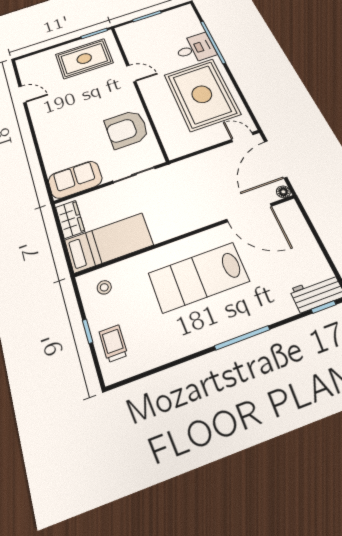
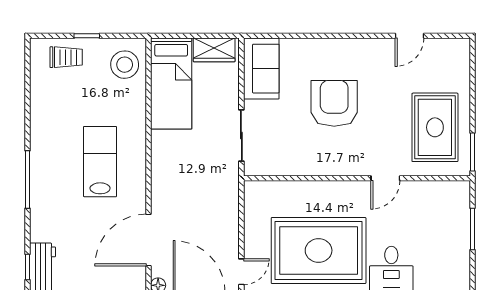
armchair: (127, 129) -> (334, 103), moved
lab bench: (198, 277) -> (100, 162), width x0.73, depth x0.72
stool: (104, 287) -> (125, 65), width x1.89, depth x1.89

